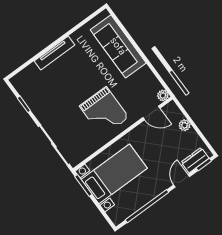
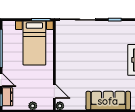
grand piano: (104, 112) -> (76, 64), removed
door: (151, 113) -> (54, 91), swing flipped

